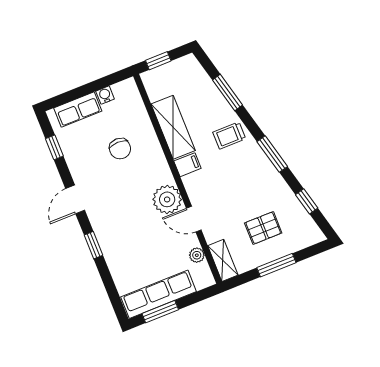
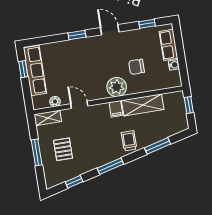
plant: (167, 199) -> (117, 87), moved
door: (194, 219) -> (79, 105), hinge flipped
window: (160, 312) -> (23, 69), width x0.67

